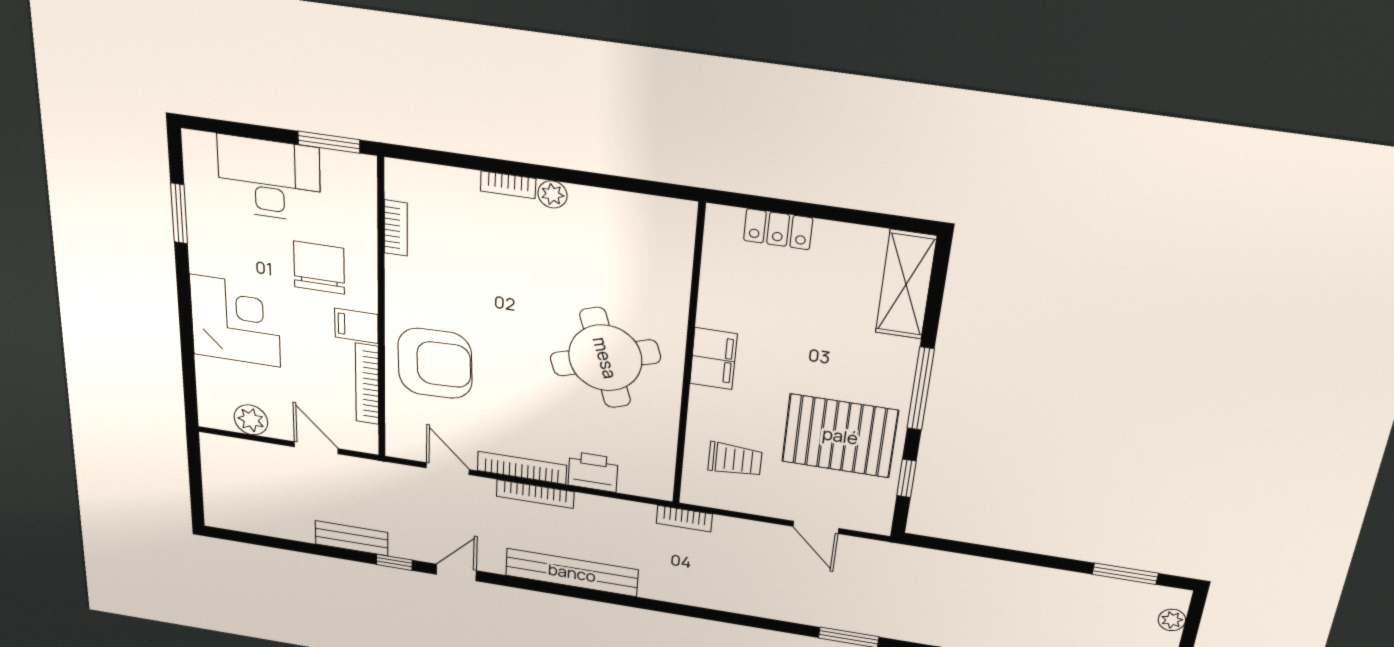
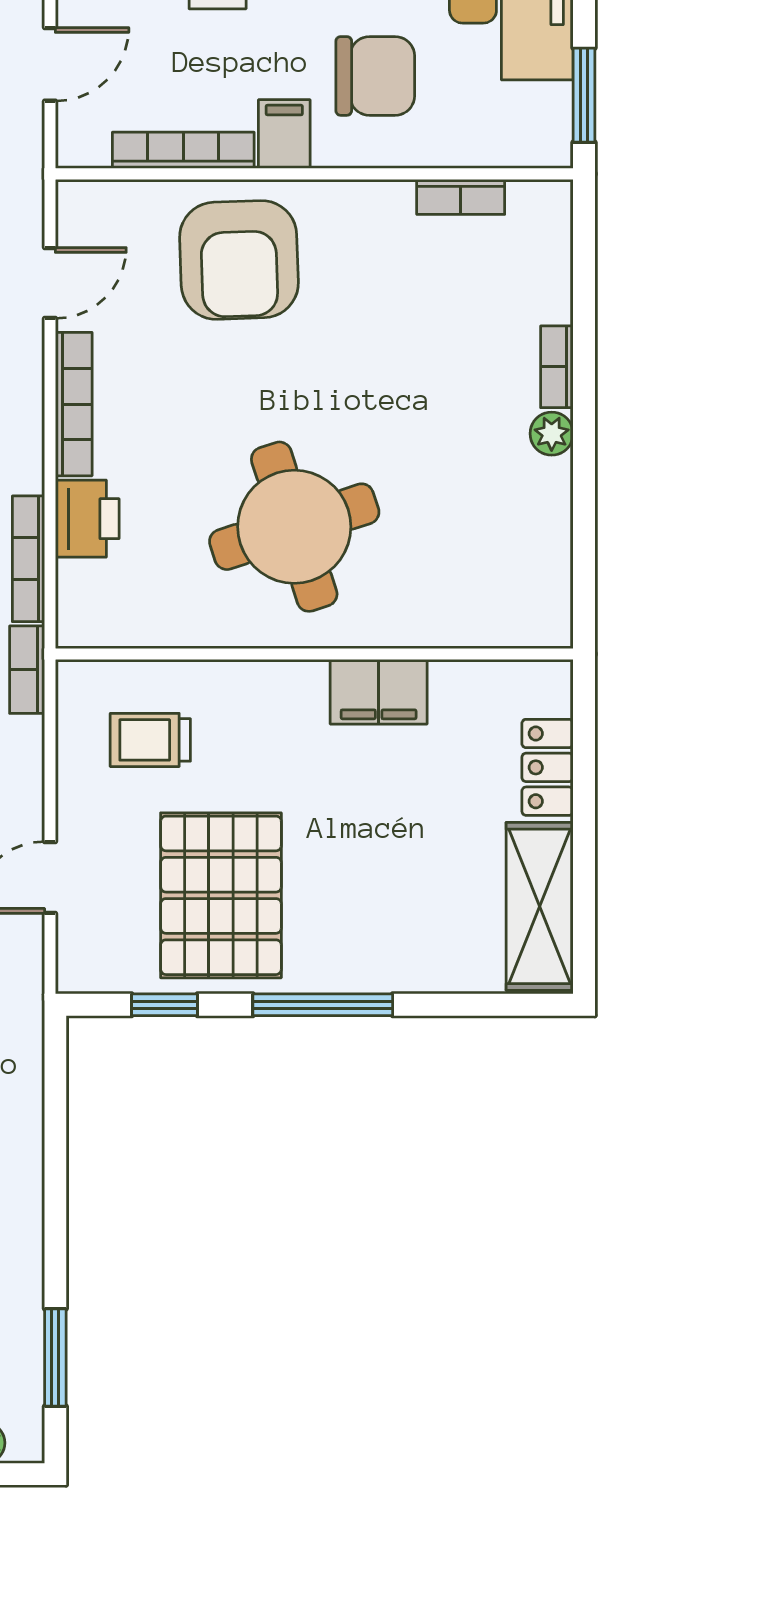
shelving: (906, 285) -> (540, 906), moved, turned 90
filing cabinet: (713, 359) -> (379, 692), moved
trolley: (735, 460) -> (150, 740), turned 90
bookcase: (535, 494) -> (28, 559), moved

